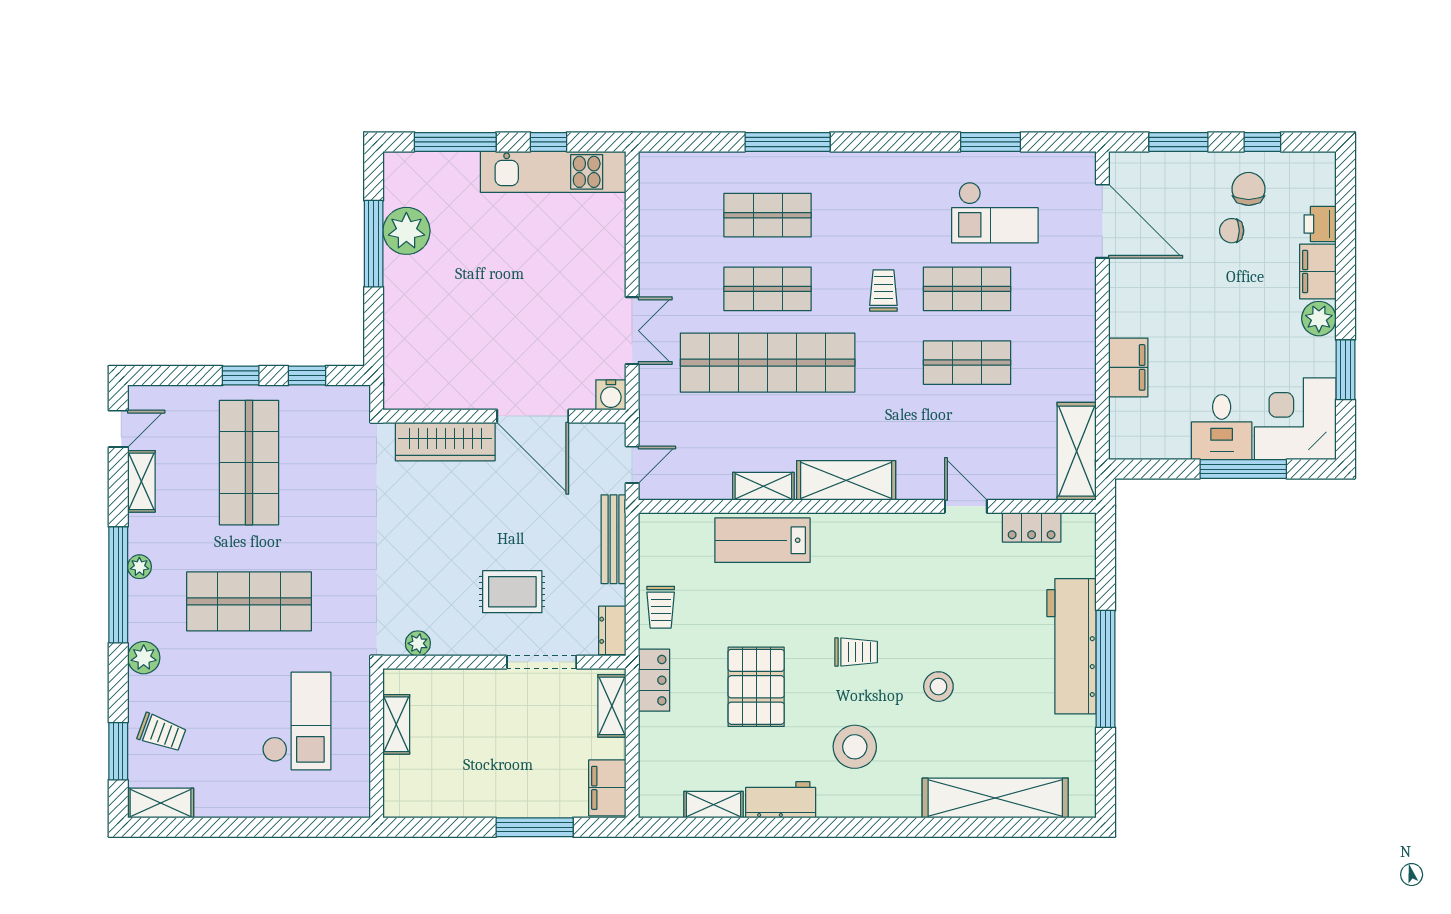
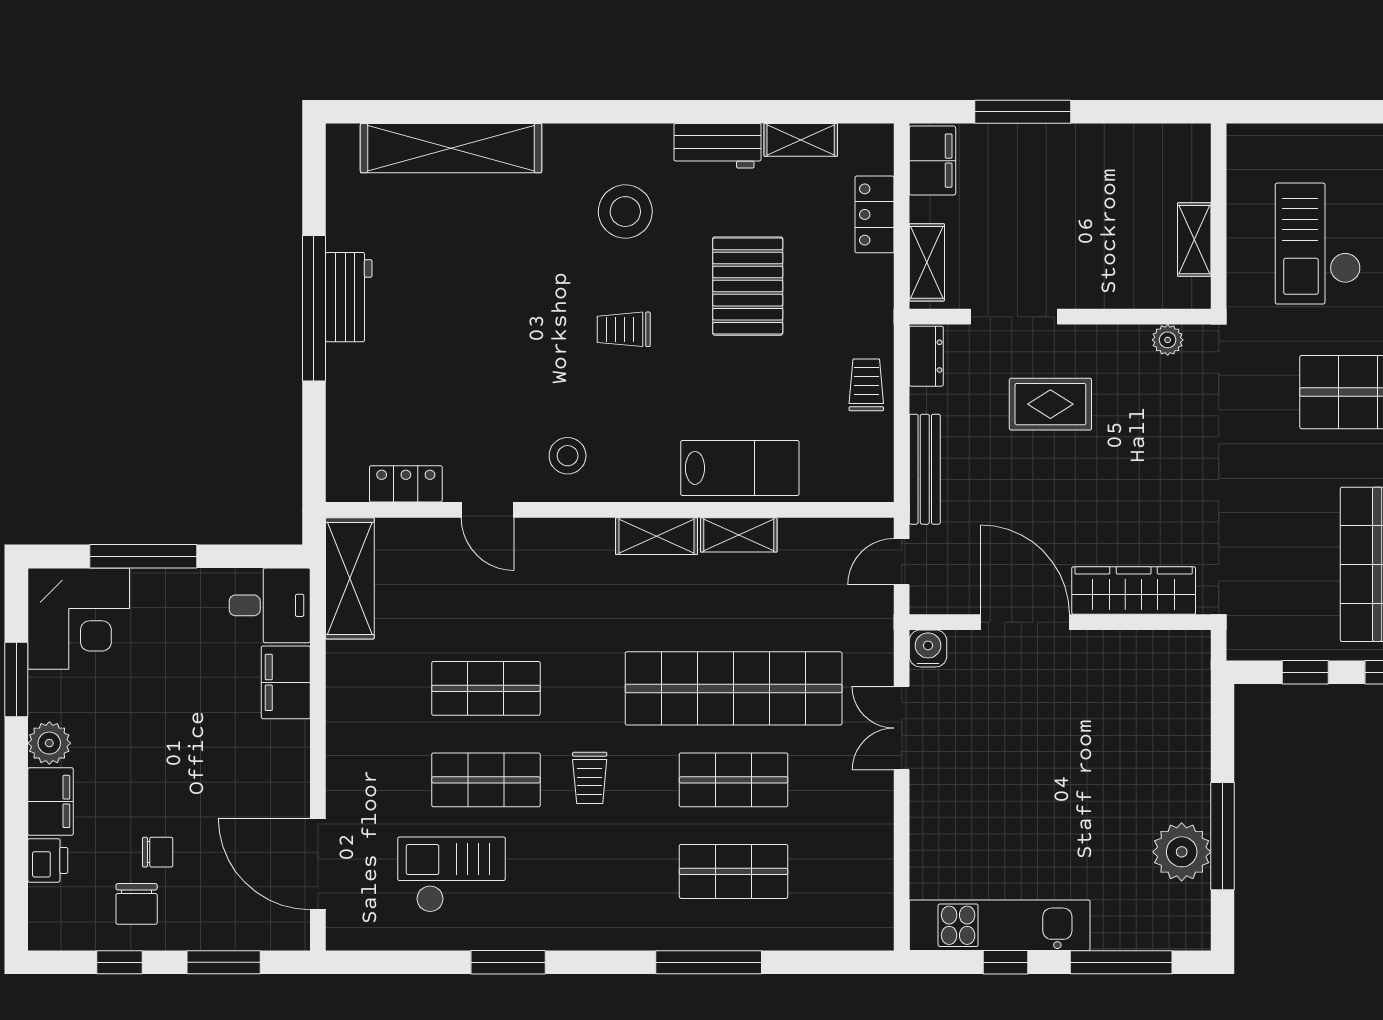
window: (991, 142) -> (508, 962), moved
desk: (1222, 427) -> (270, 605), moved, turned 90
shelving: (846, 480) -> (656, 536), width x0.67, depth x0.75
workbench: (1072, 646) -> (349, 297), width x0.53, depth x0.76
locker: (654, 680) -> (874, 214), moved
stool: (938, 687) -> (568, 456), moved

